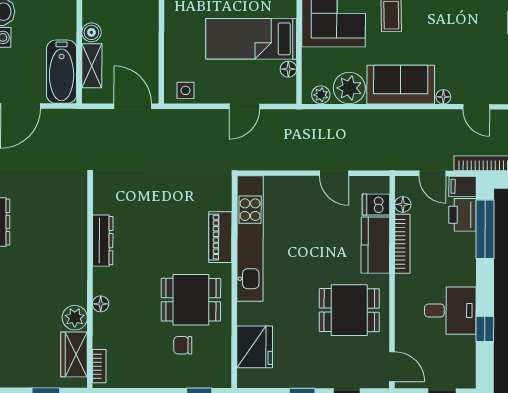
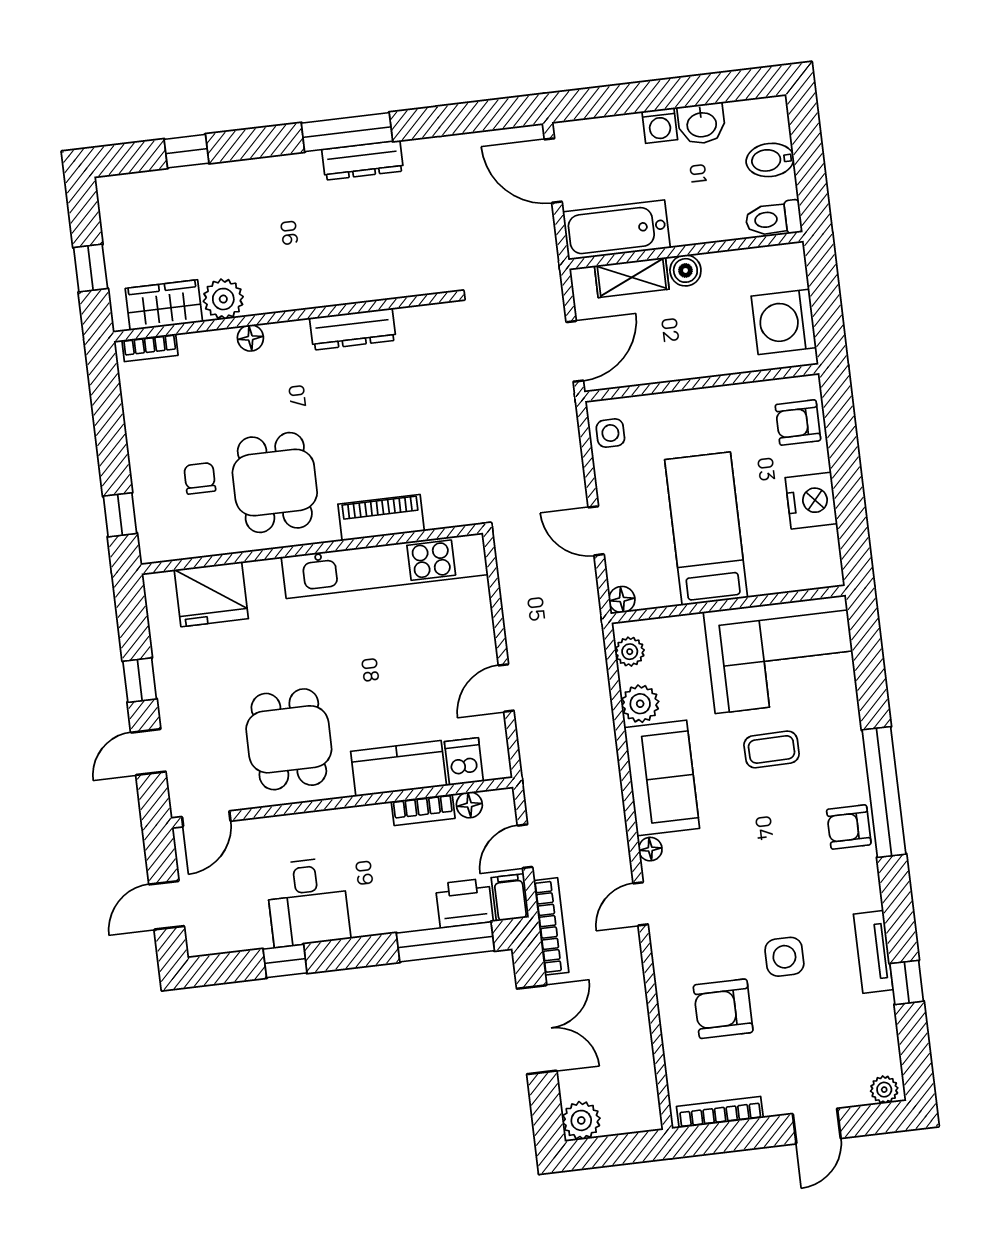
floor lamp: (288, 69) -> (622, 600), moved
plant: (349, 88) -> (640, 704), width x0.73, depth x0.73
bookcase: (402, 244) -> (423, 810), width x0.64

